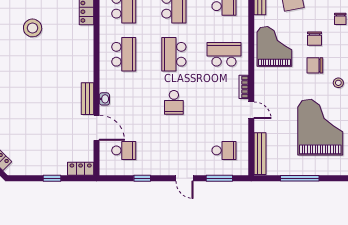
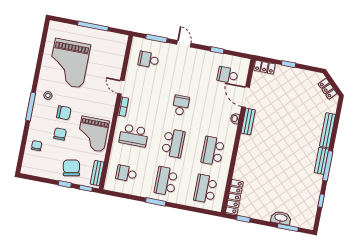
stool: (33, 28) -> (281, 186), removed
bench: (260, 154) -> (121, 52), removed

